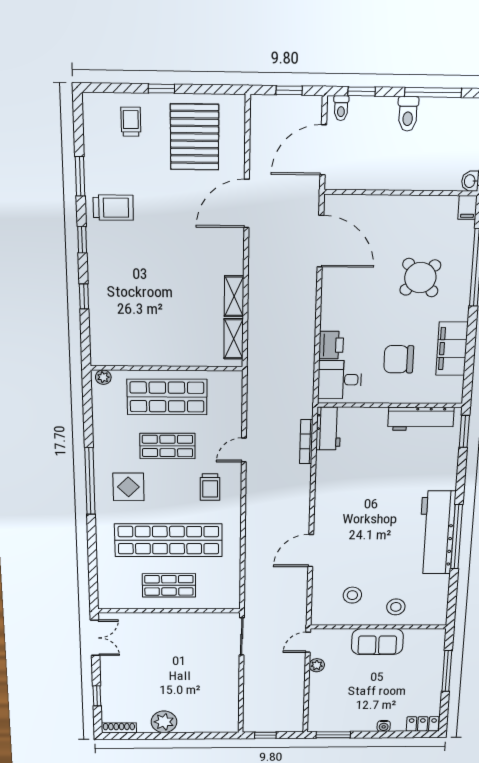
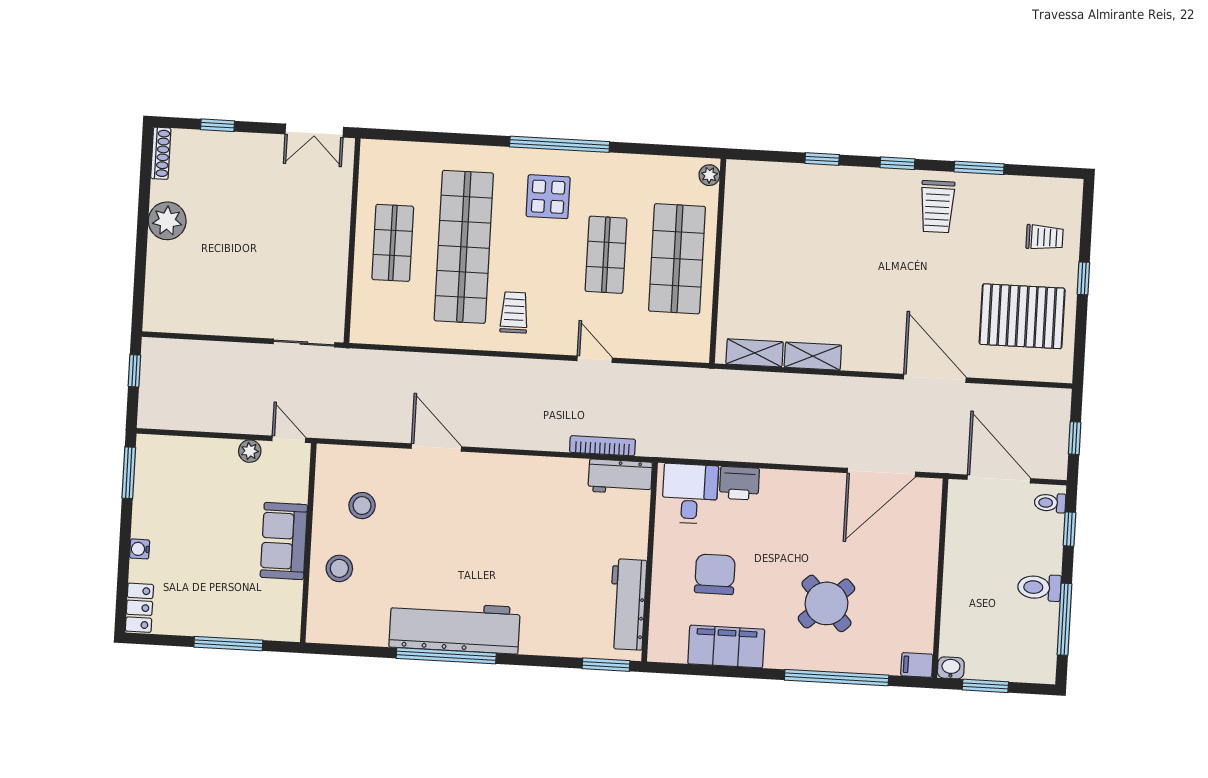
trolley: (210, 487) -> (514, 312), moved, turned 90

